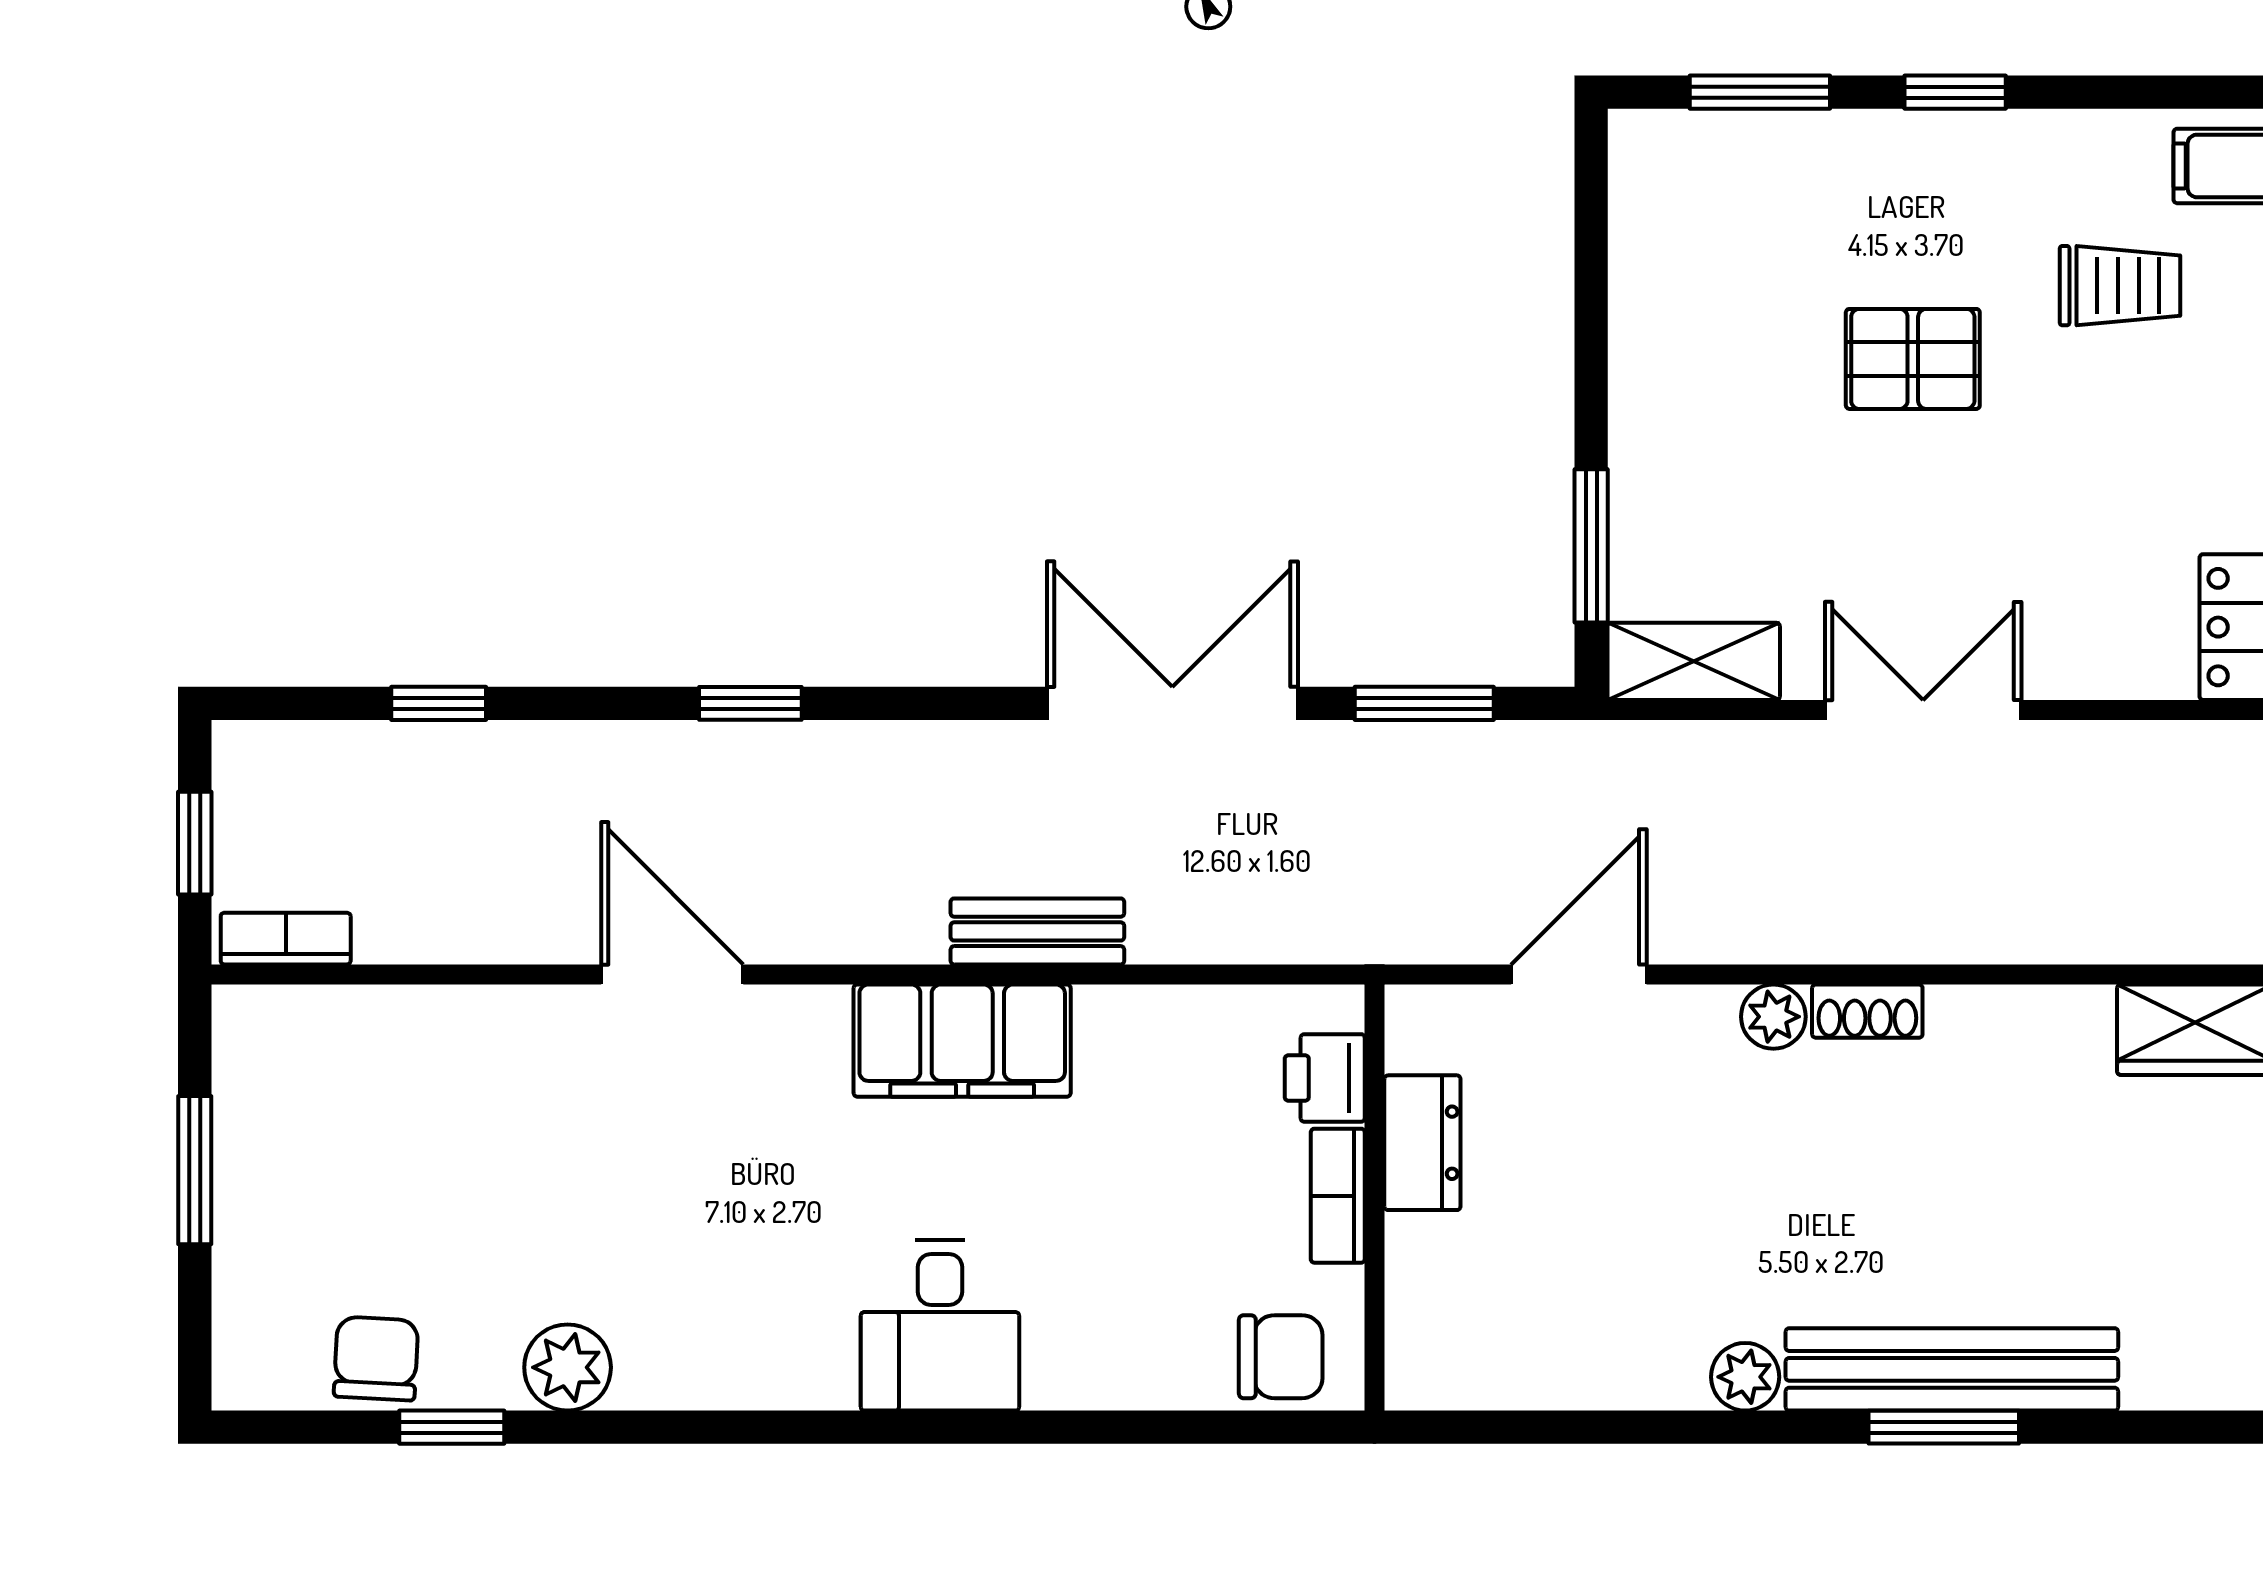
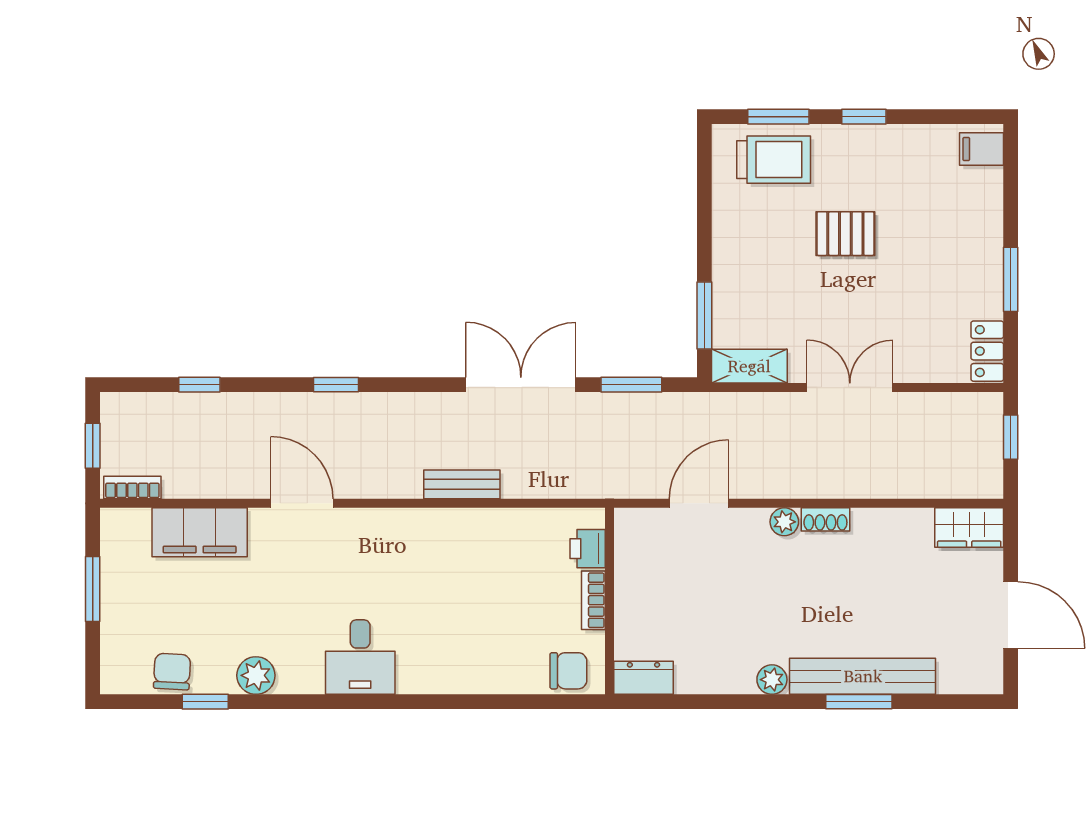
trolley: (2120, 286) -> (774, 160), moved, width x1.36, depth x1.39
filing cabinet: (962, 1041) -> (200, 532), moved
dresser: (1422, 1143) -> (643, 678), moved, turned -90
desk: (940, 1325) -> (360, 657), moved

